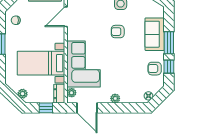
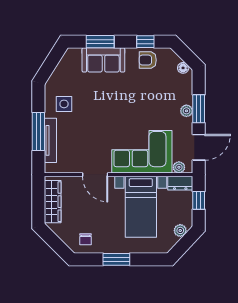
door: (66, 17) -> (95, 175), moved
armchair: (118, 32) -> (100, 108), removed
window: (169, 43) -> (100, 42), moved
armchair: (155, 69) -> (148, 60), turned 90
window: (117, 108) -> (199, 109), added

